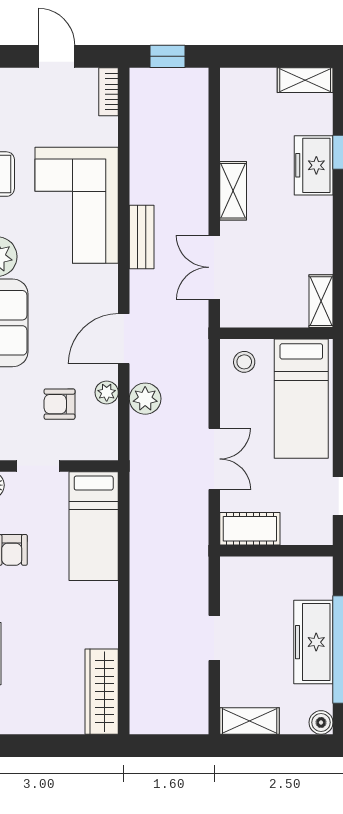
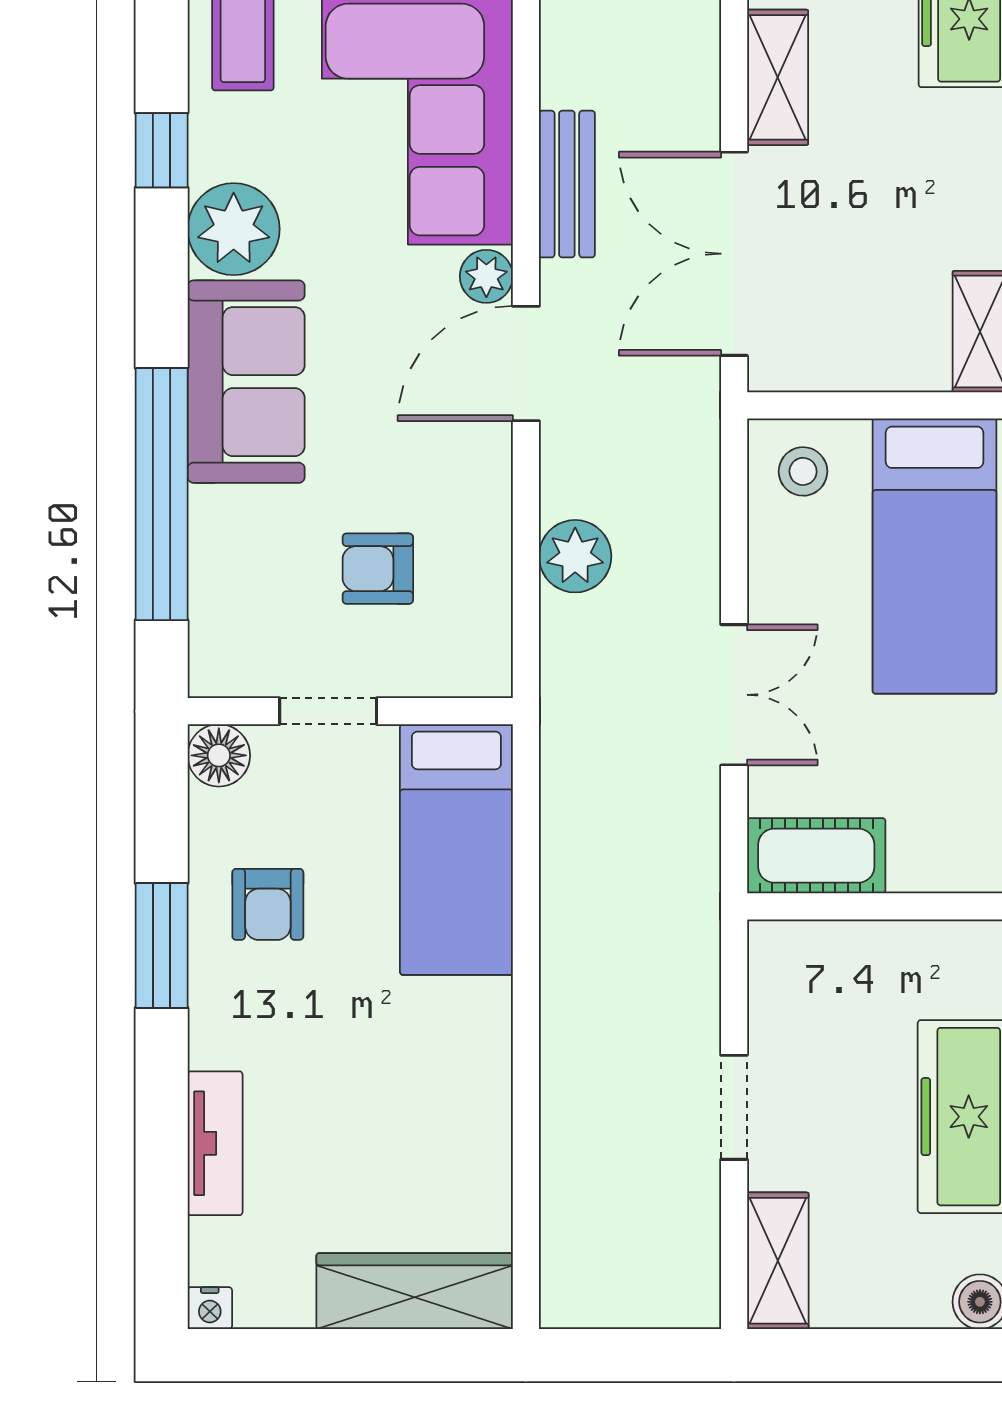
double door: (214, 267) -> (734, 254), width x1.37
door: (124, 339) -> (526, 363), moved
plant: (107, 392) -> (486, 276), moved
wardrobe: (102, 692) -> (415, 1291), moved, turned 90
shelving: (250, 721) -> (778, 1261), moved, turned 90

